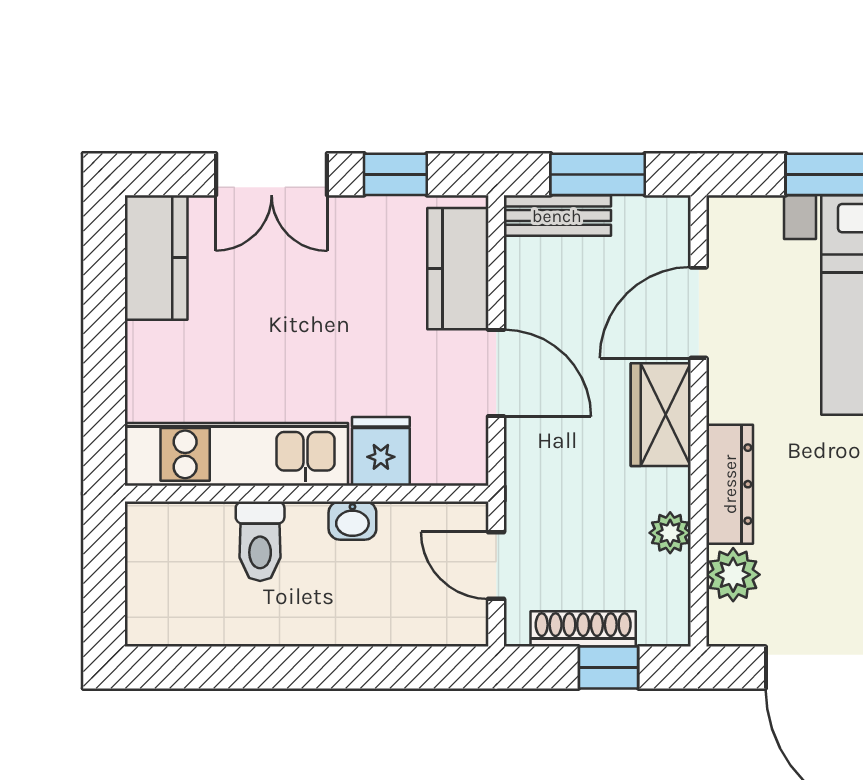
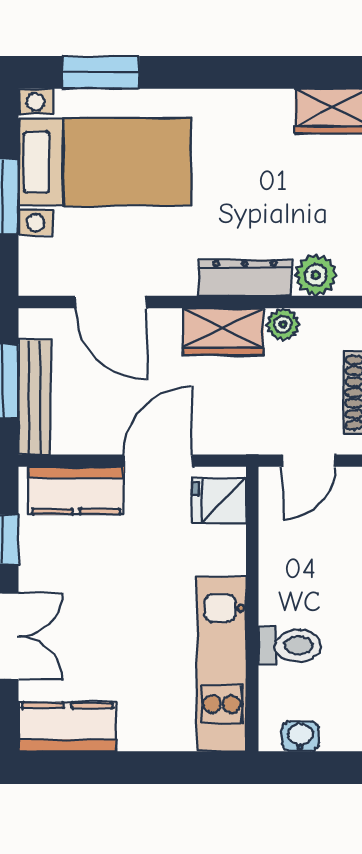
bench: (557, 216) -> (34, 397), width x1.36
wardrobe: (661, 415) -> (223, 332), moved
fridge: (381, 451) -> (219, 500), moved
washbasin: (352, 521) -> (300, 736), moved, turned -90

